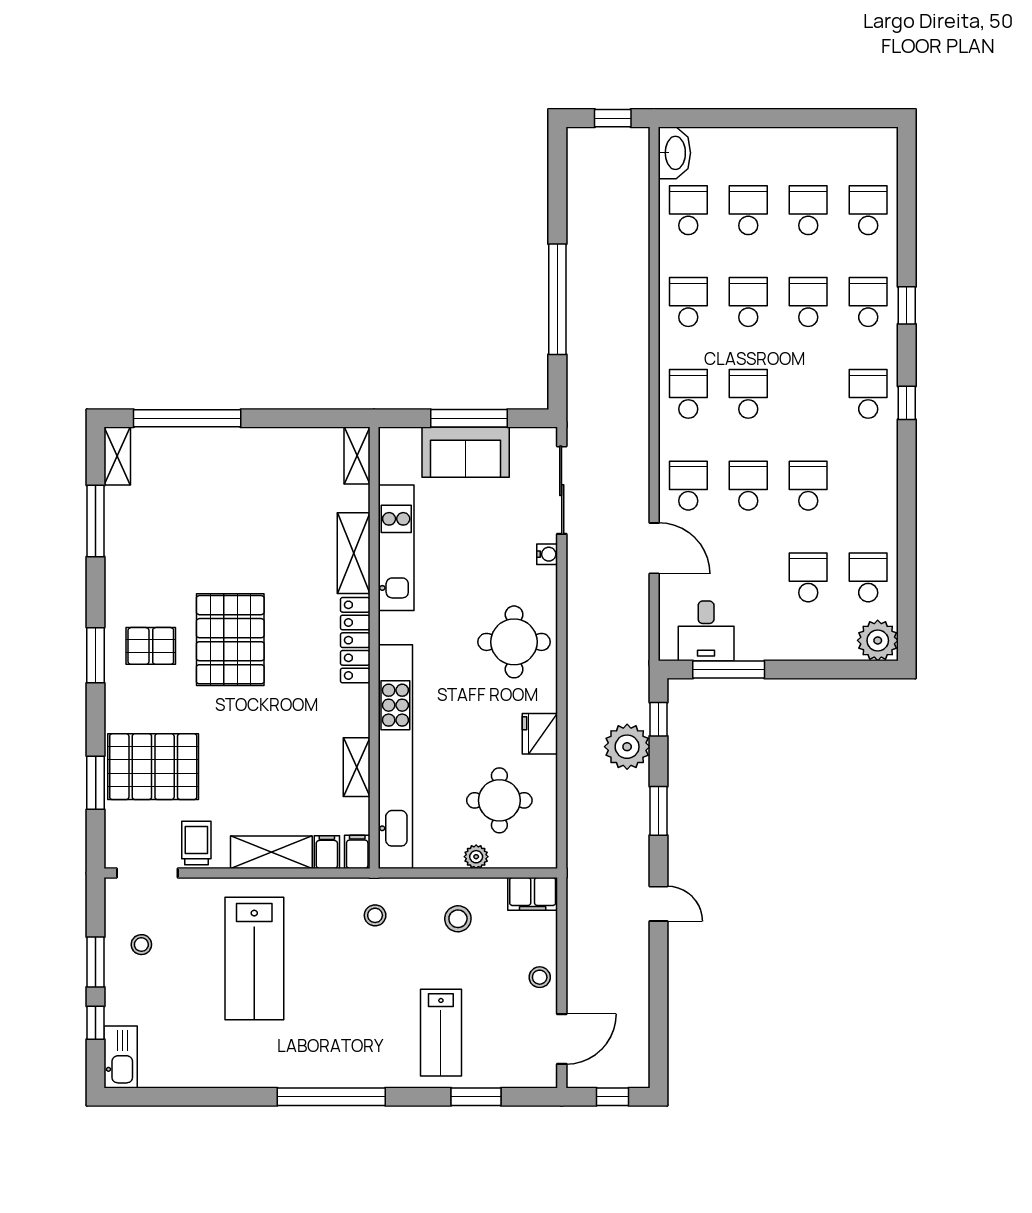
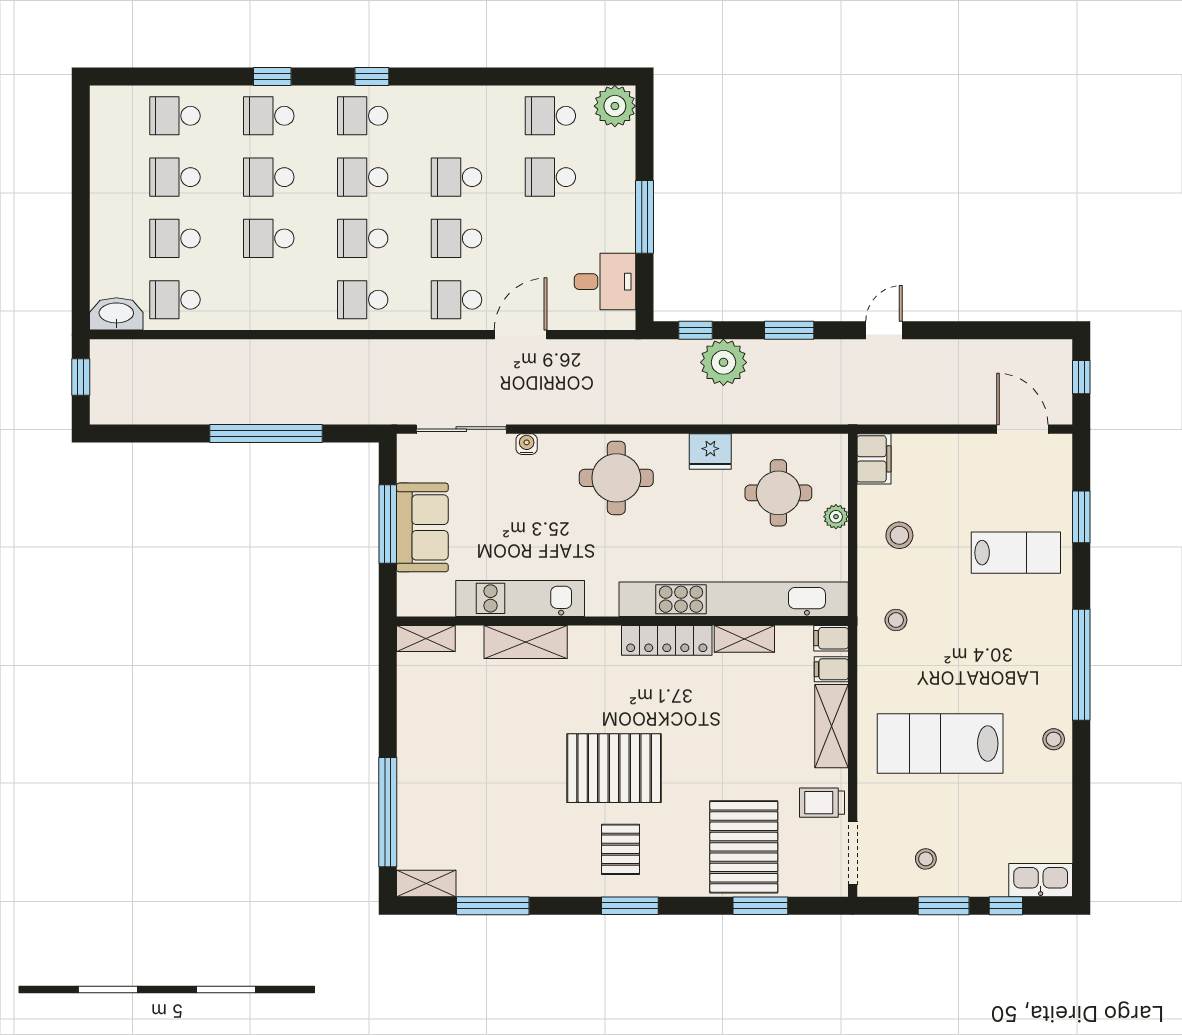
school desk: (688, 302) -> (363, 177), moved
locker: (355, 640) -> (667, 640), moved
window: (729, 669) -> (645, 217), moved
lab bench: (254, 959) -> (940, 743), turned 180
stool: (540, 977) -> (1054, 739), moved

